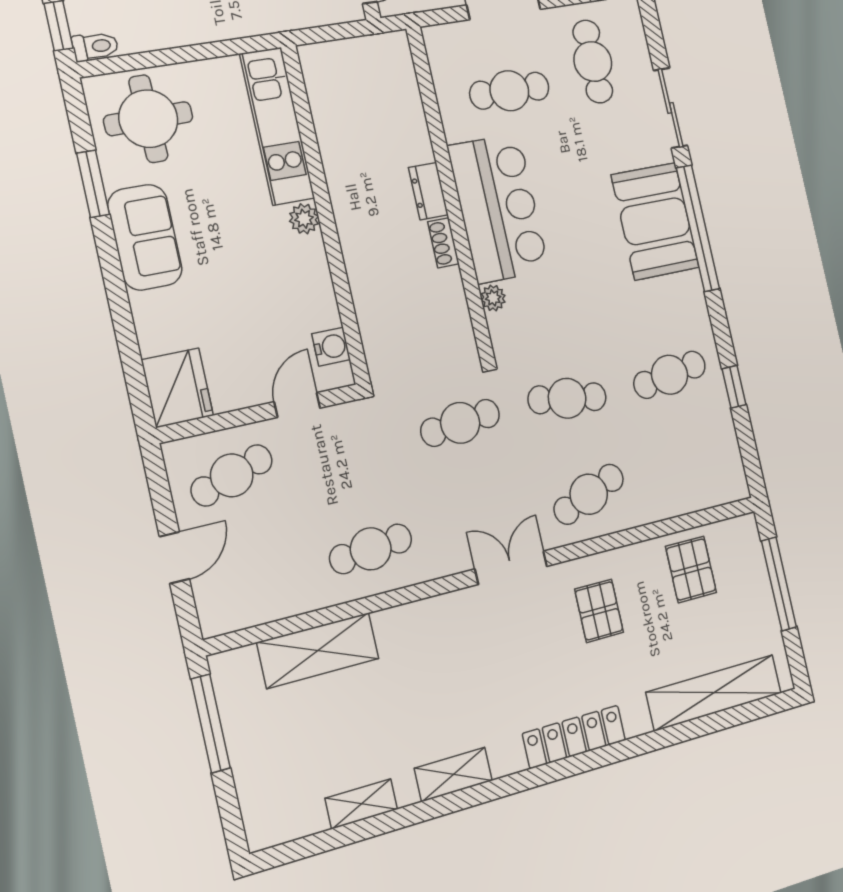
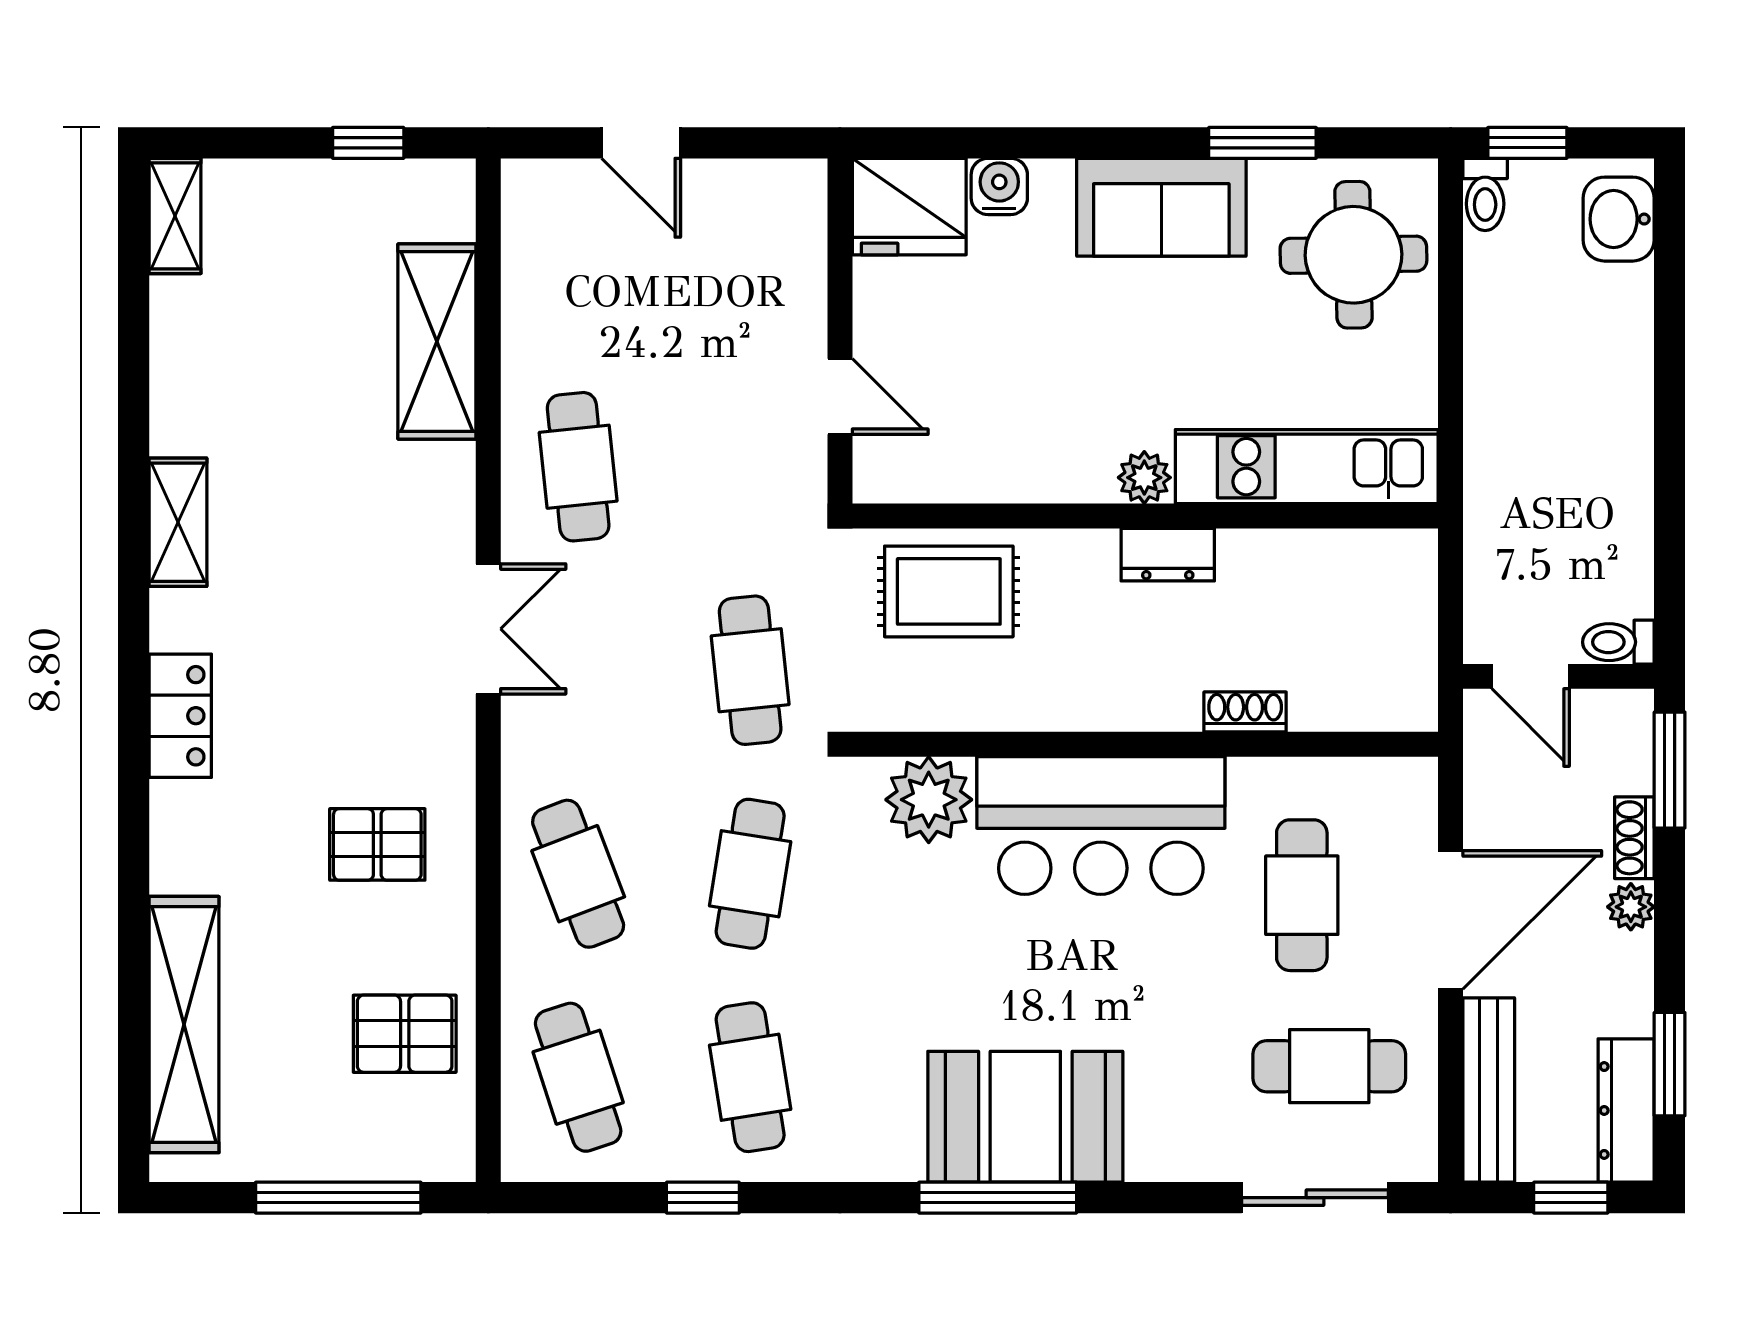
sliding door: (670, 108) -> (1315, 1198), moved
dresser: (428, 191) -> (1168, 555), moved, turned 180
window: (698, 228) -> (998, 1198), width x0.68
shoe rack: (443, 243) -> (1245, 712), moved
plant: (493, 298) -> (929, 800), width x1.88, depth x1.88
rug: (392, 319) -> (949, 591), added
water cooler: (331, 347) -> (999, 186), moved, turned 180
cafe table: (232, 475) -> (578, 1077), moved
double door: (511, 568) -> (488, 629), moved
window: (211, 723) -> (368, 143), width x0.46
locker: (574, 737) -> (180, 716), width x0.66
shelving: (361, 804) -> (175, 216), moved

